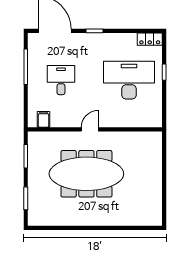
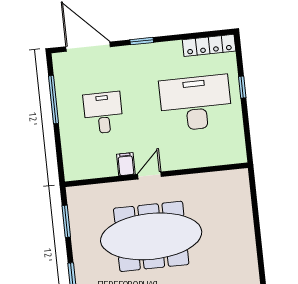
locker: (150, 39) -> (209, 45), width x1.53
filing cabinet: (43, 119) -> (126, 164), moved

